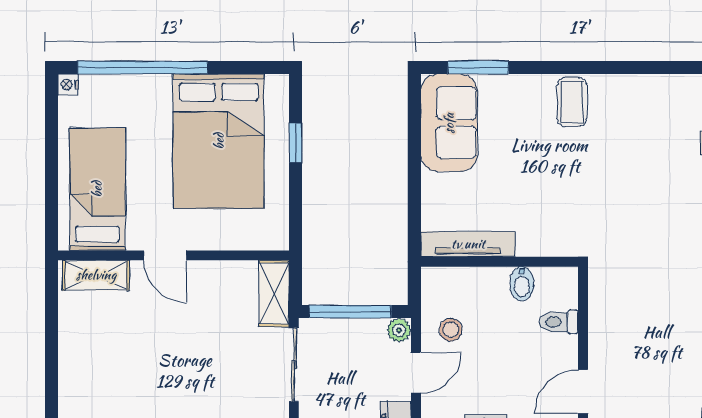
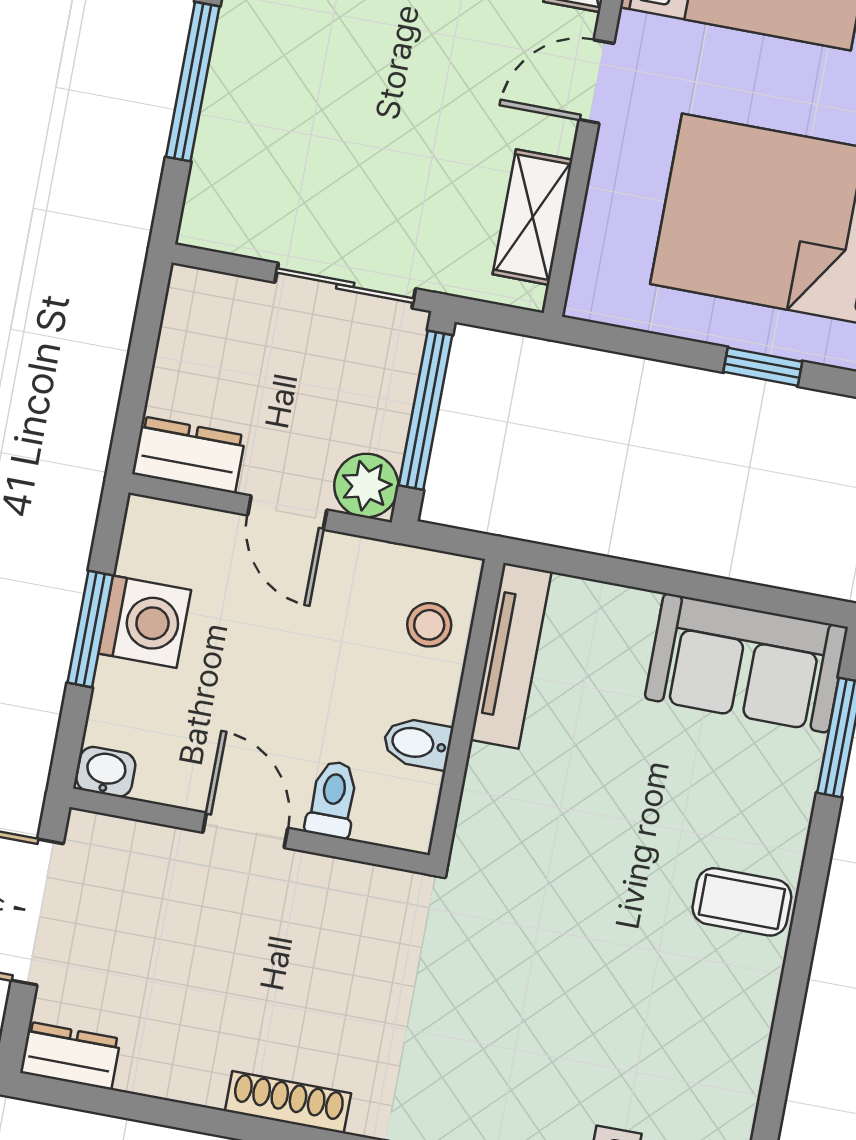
shelving: (274, 293) -> (533, 217), moved, turned 90
plant: (399, 330) -> (366, 486), width x1.38, depth x1.38
stool: (451, 330) -> (429, 625), moved
door: (583, 392) -> (245, 830), moved

